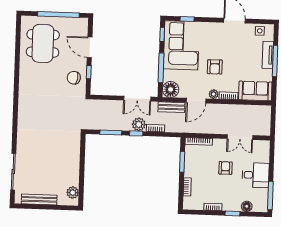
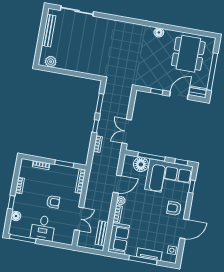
dresser: (83, 27) -> (198, 92), added
dining table: (43, 43) -> (188, 54), turned 90
armchair: (215, 67) -> (174, 208), moved
chair: (74, 78) -> (154, 77), removed
floor lamp: (24, 79) -> (159, 32), added
floor lamp: (171, 89) -> (141, 164), moved
door: (196, 101) -> (117, 184), swing flipped
bench: (171, 107) -> (102, 233), moved
plant: (139, 124) -> (103, 130), removed
double door: (240, 137) -> (79, 219), swing flipped

